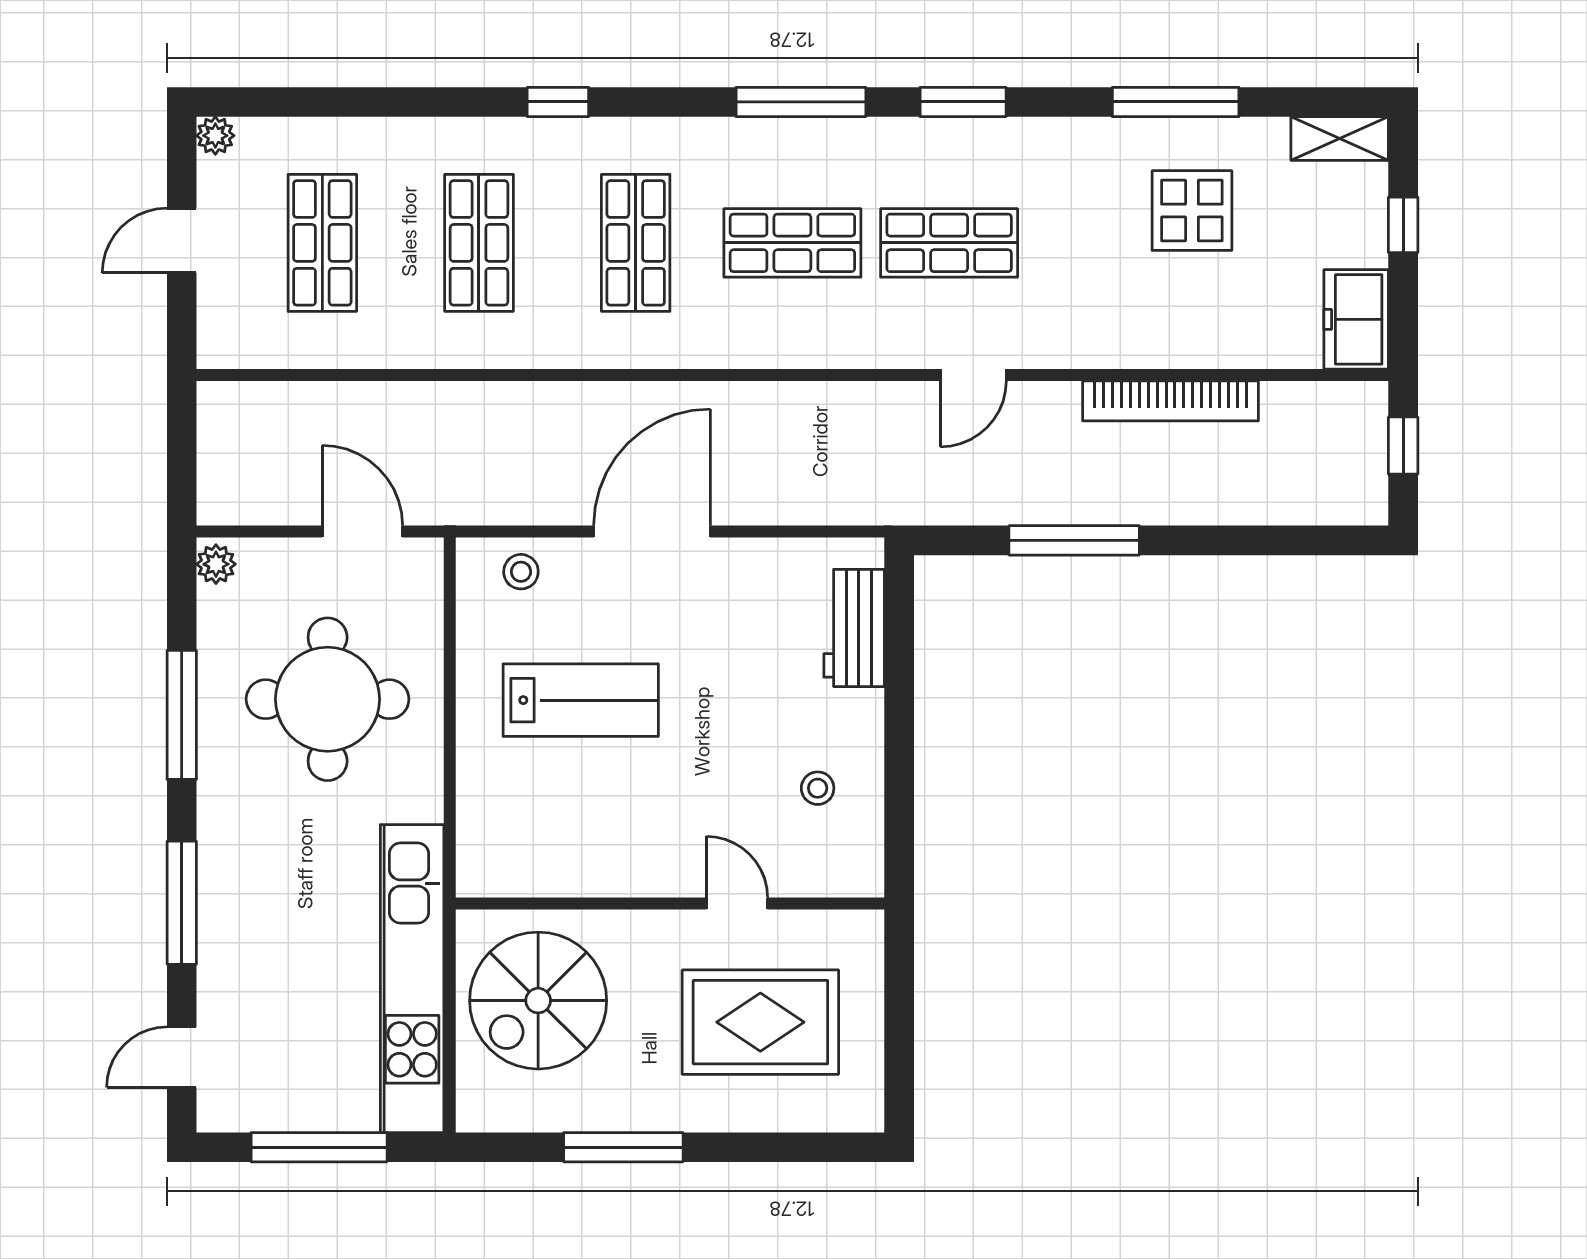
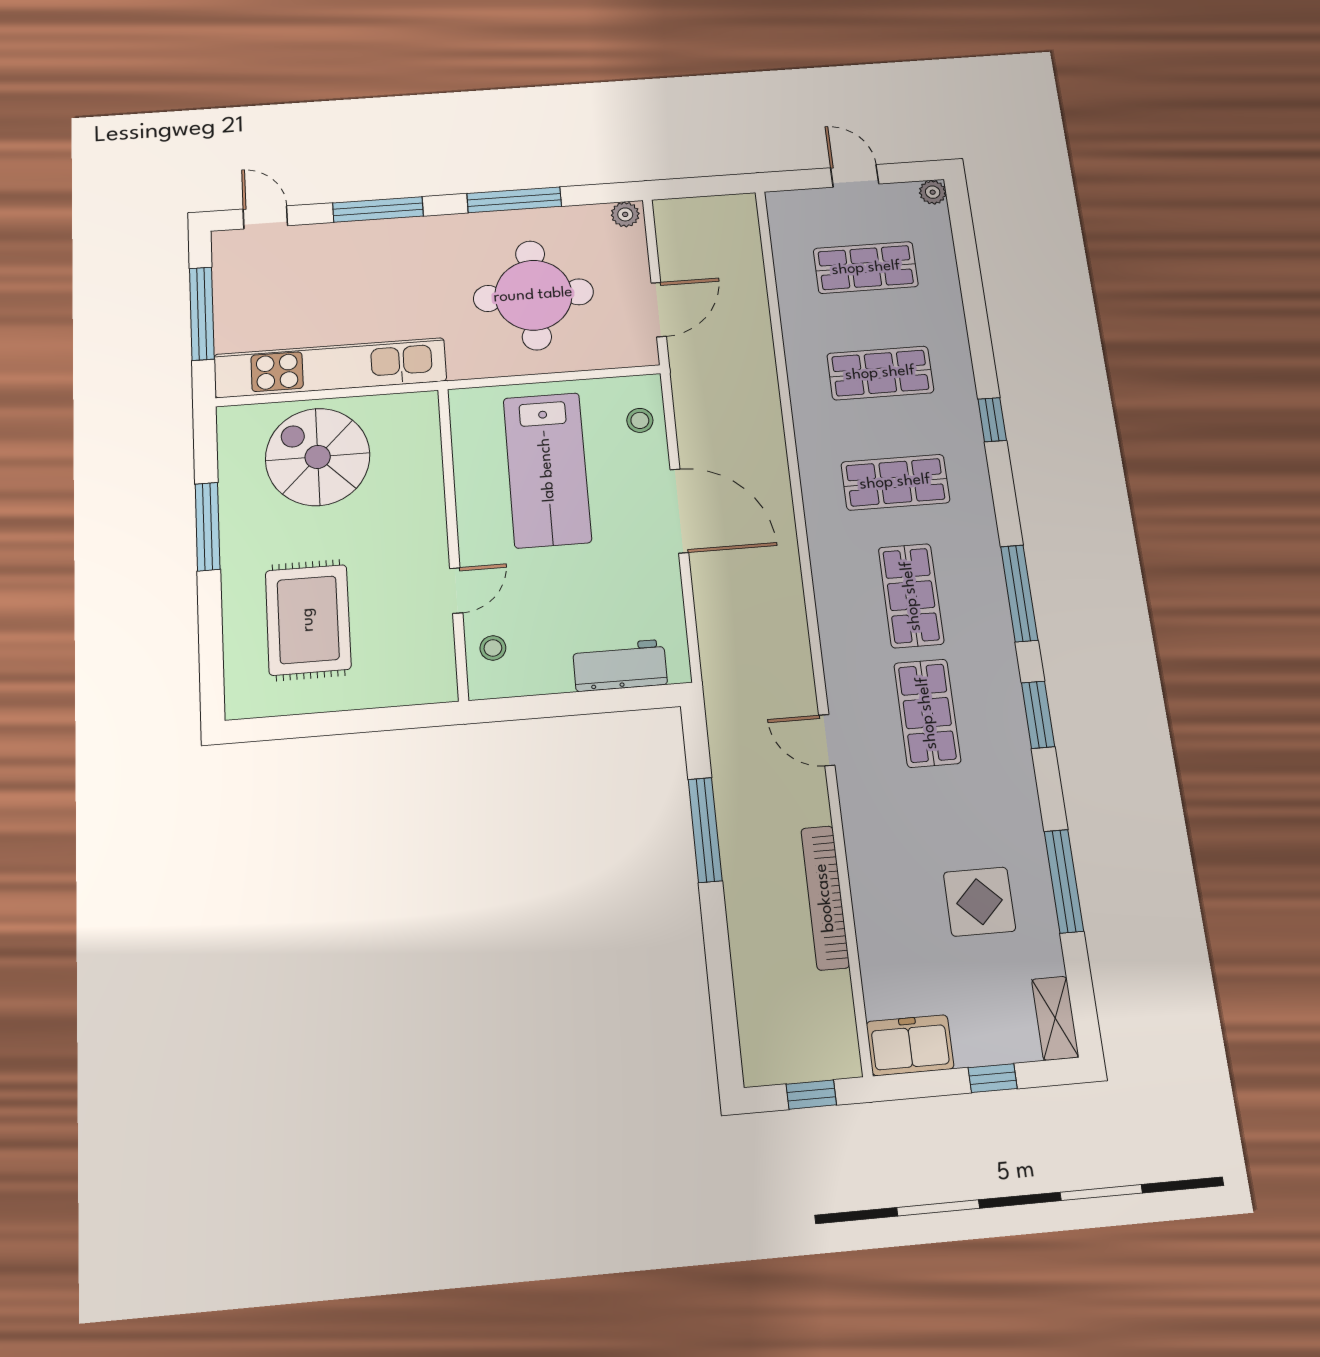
lab bench: (581, 700) -> (547, 470), width x1.36, depth x1.39
wall: (670, 903) -> (453, 542), moved
door: (737, 903) -> (456, 590), moved

